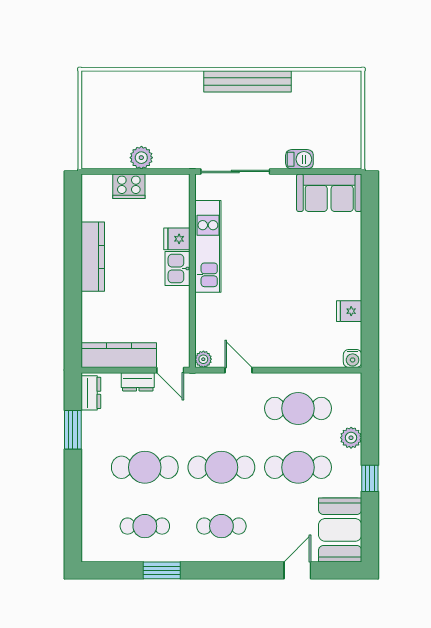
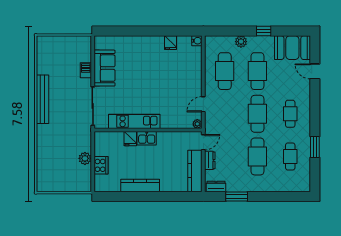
sofa: (329, 193) -> (105, 68), moved

